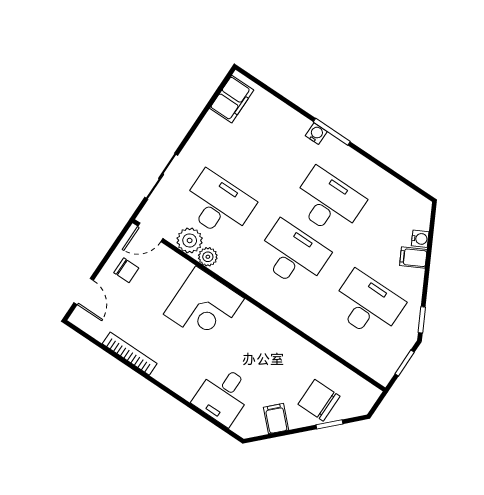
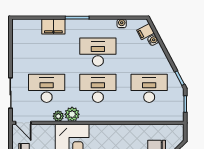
filing cabinet: (232, 99) -> (53, 26), moved, turned 90
water cooler: (316, 134) -> (122, 23), moved
door: (150, 232) -> (23, 123), hinge flipped
plant: (190, 240) -> (72, 114), moved
filing cabinet: (413, 258) -> (146, 32), moved

